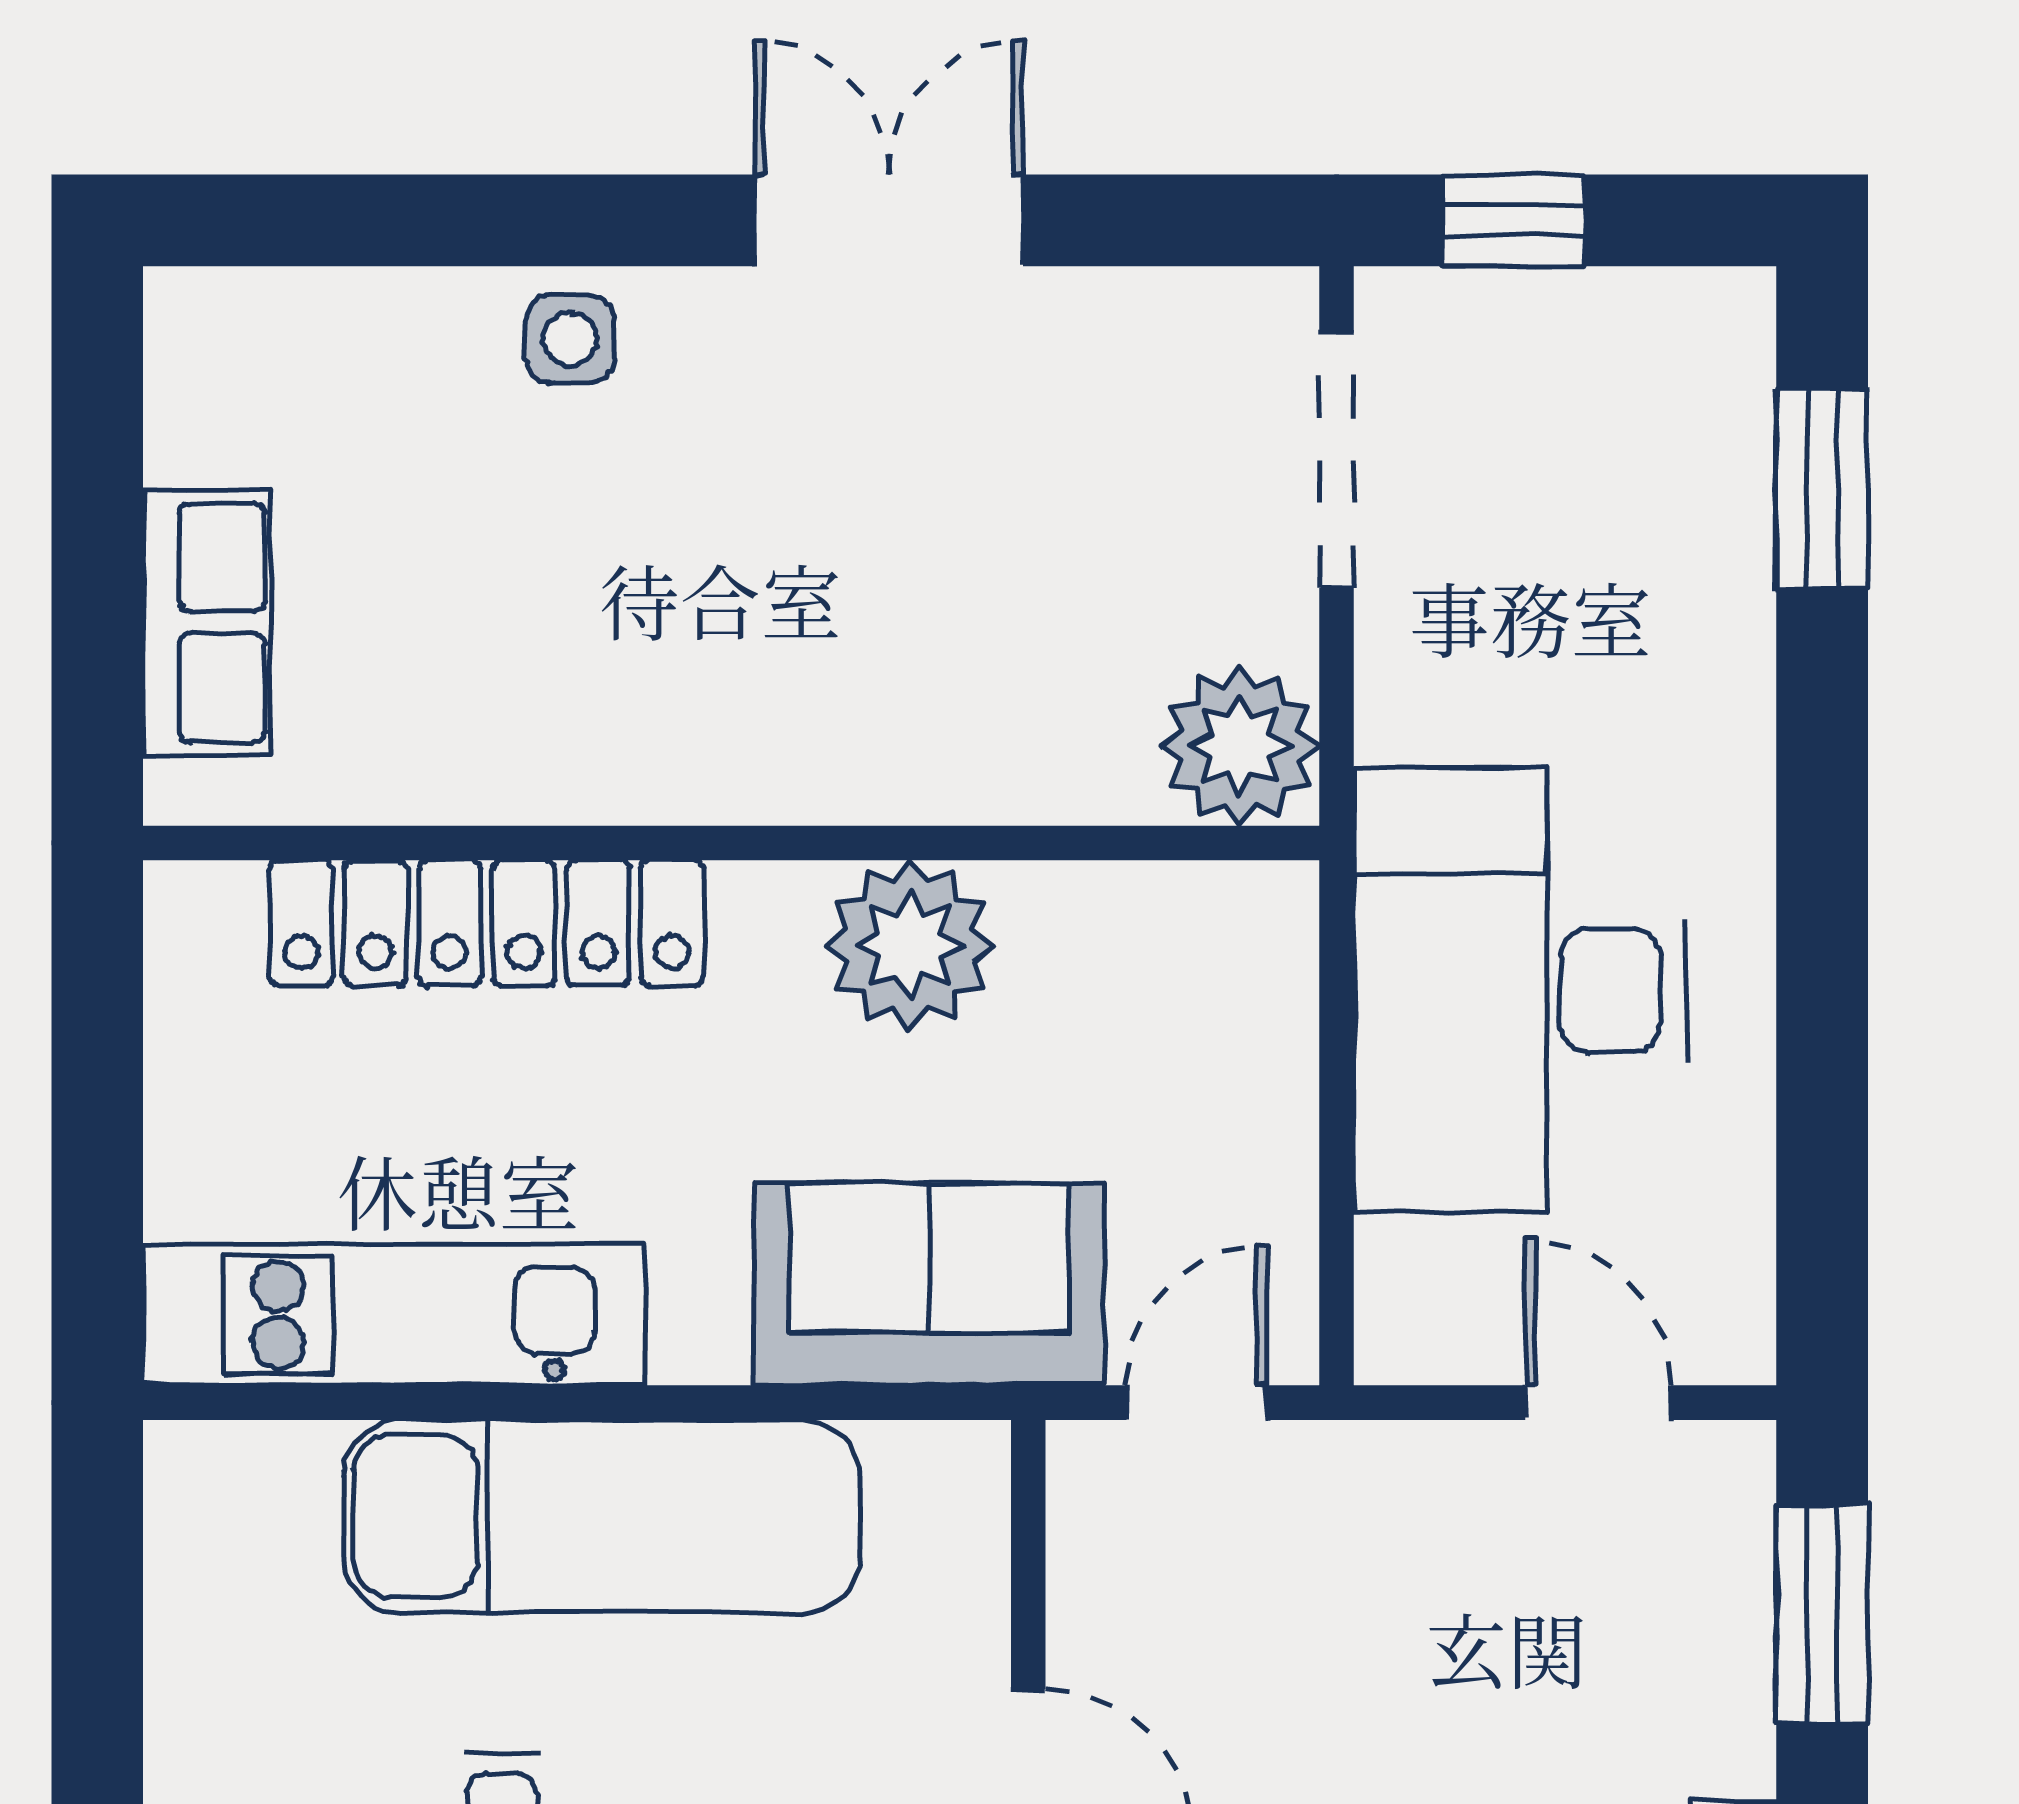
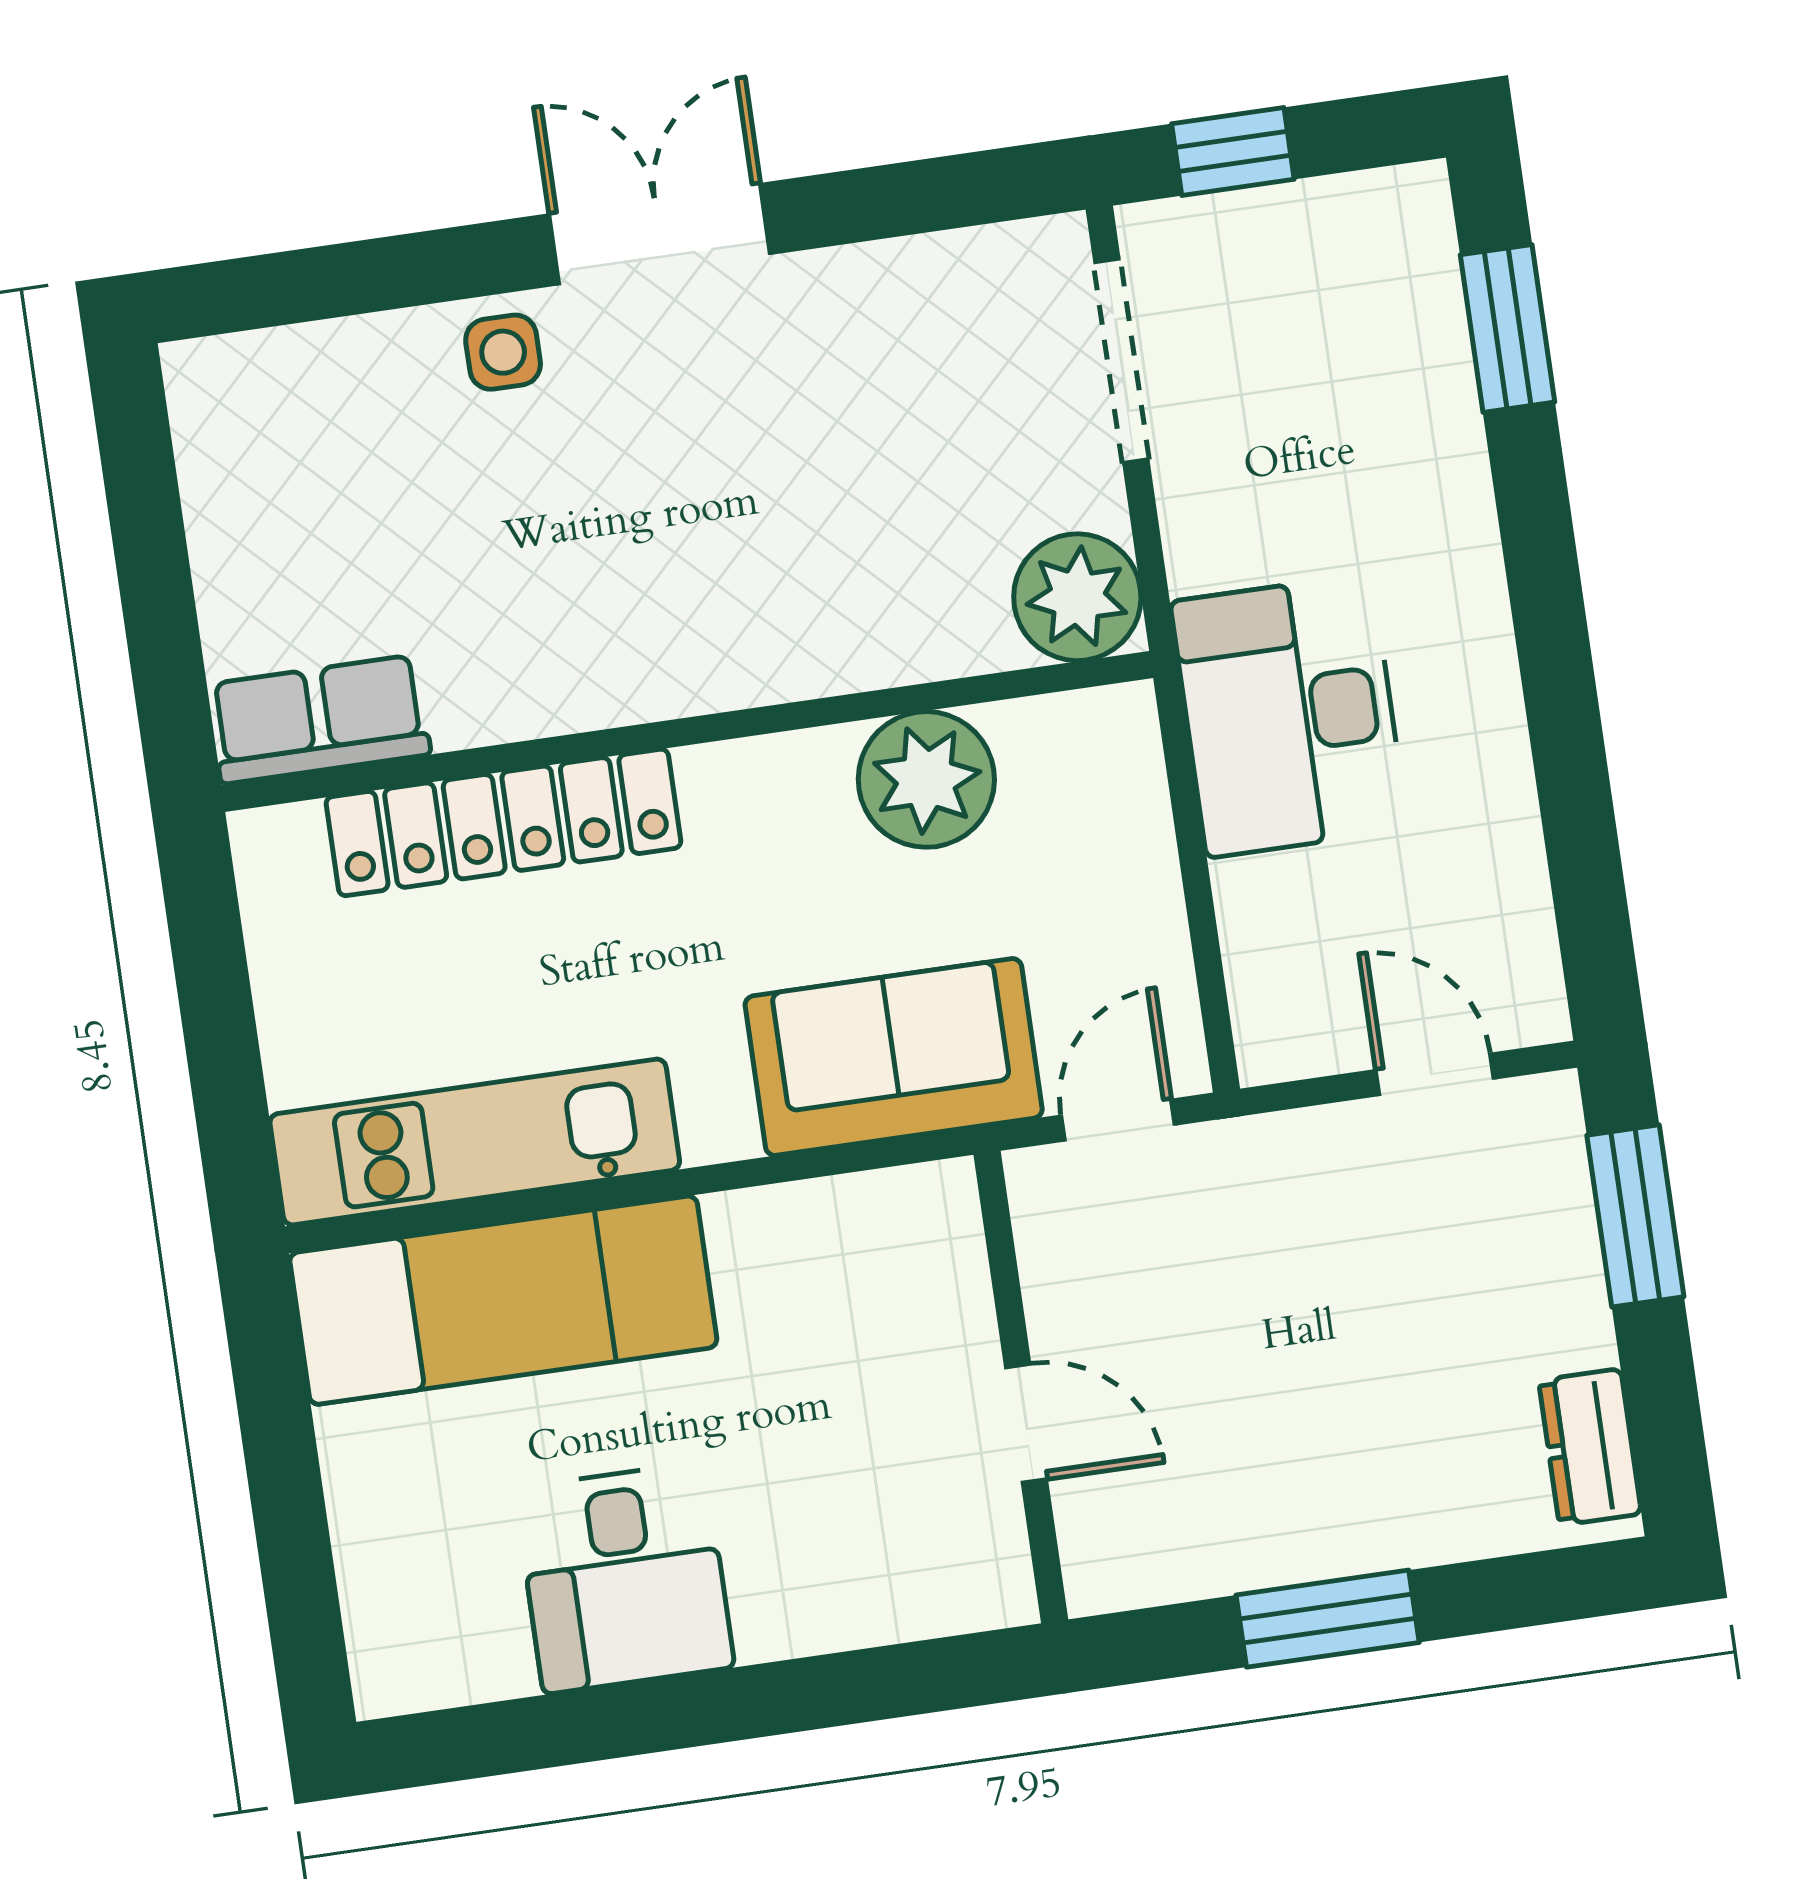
double door: (889, 220) -> (660, 234), moved
row of seats: (207, 623) -> (319, 719), moved, turned -90
plant: (910, 945) -> (926, 779), moved
desk: (1520, 990) -> (1289, 716), width x0.73, depth x0.77
exam couch: (602, 1516) -> (503, 1300), moved

